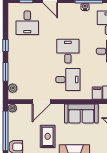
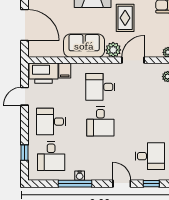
desk: (27, 23) -> (150, 156), turned 90
plant: (57, 110) -> (113, 50), added

